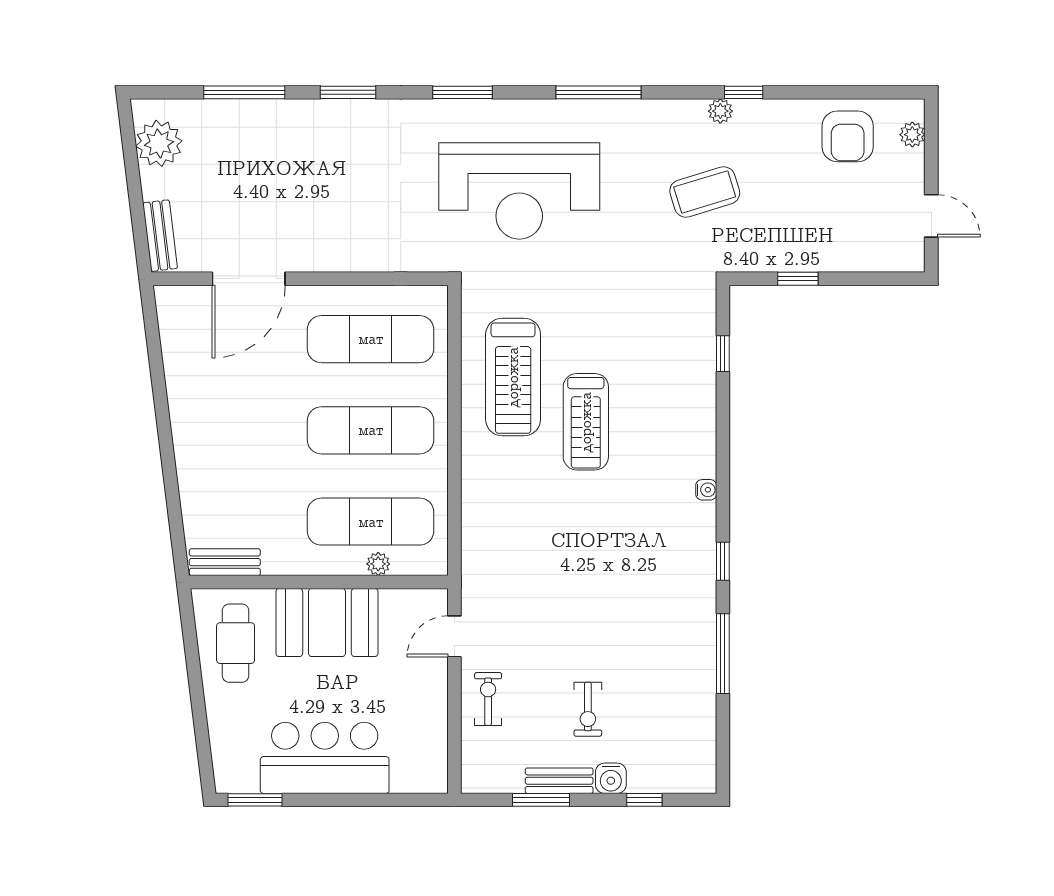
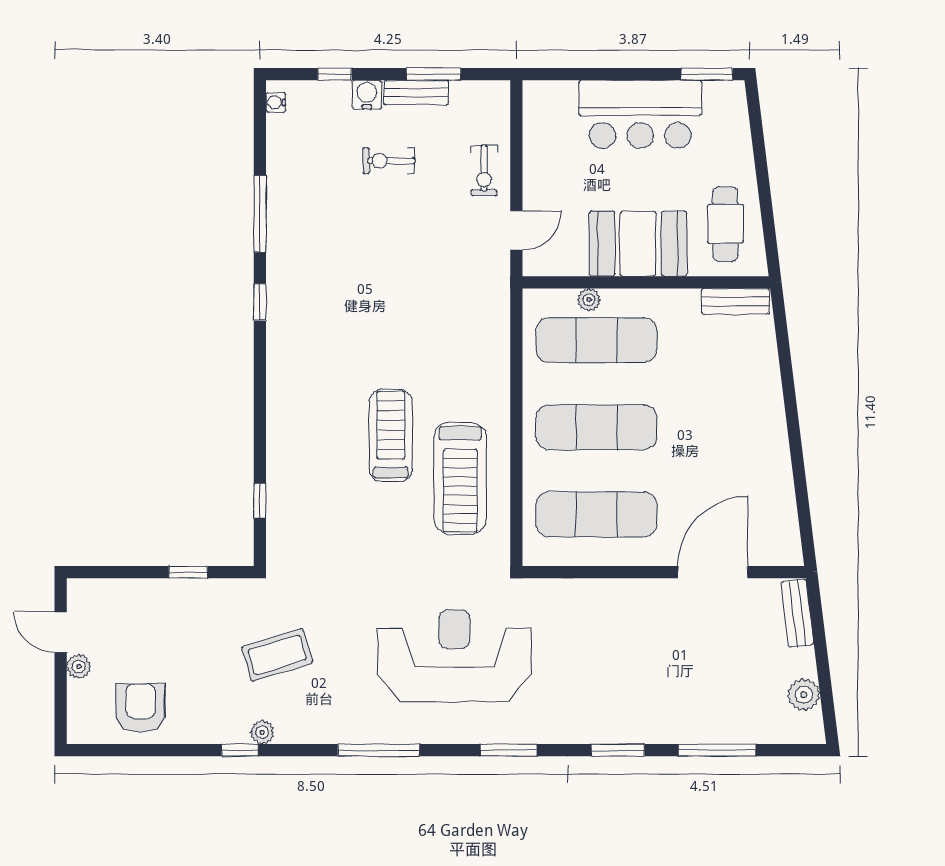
plant: (912, 135) -> (79, 667), moved
plant: (159, 143) -> (804, 695), width x0.73, depth x0.73
treadmill: (513, 377) -> (460, 478), turned 180
water cooler: (706, 490) -> (276, 102), moved
exercise bike: (588, 709) -> (389, 161), turned -90

